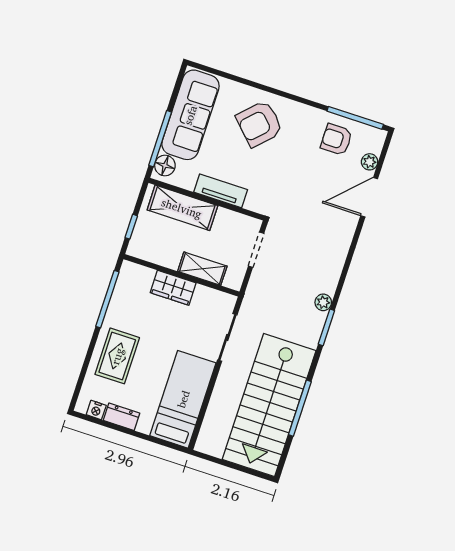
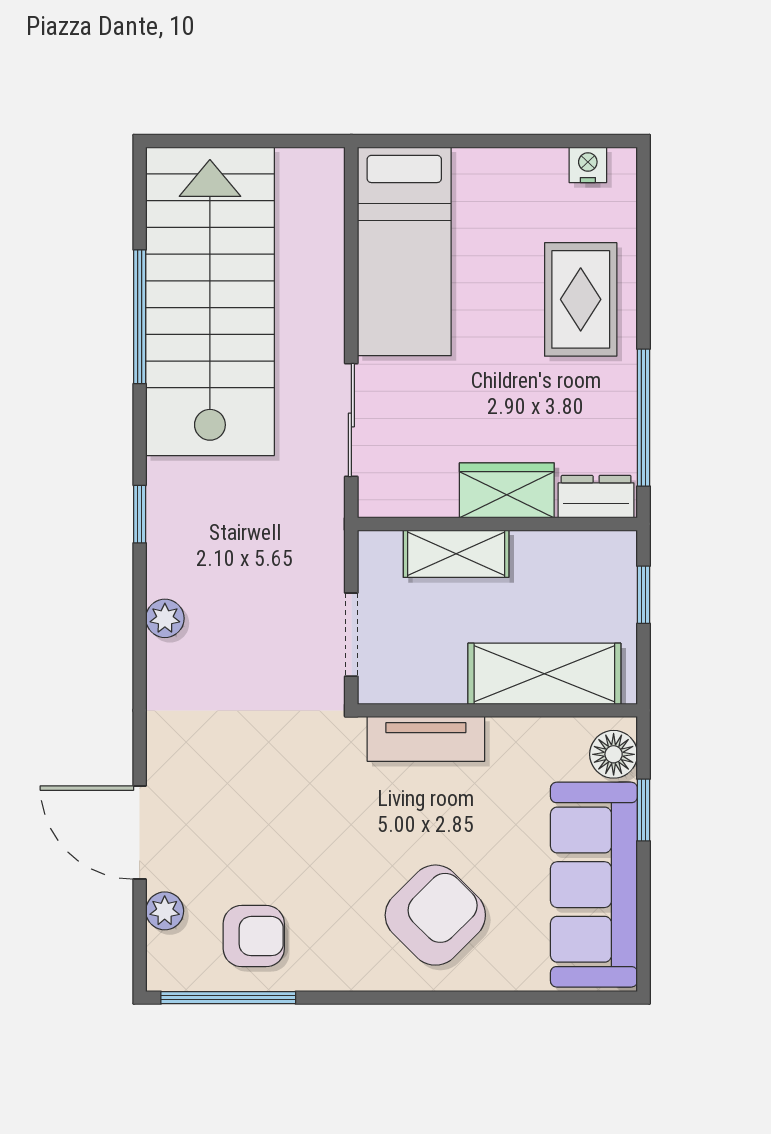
window: (160, 139) -> (644, 810), width x0.46
tv unit: (221, 191) -> (426, 739), moved
door: (369, 197) -> (140, 832), swing flipped
plant: (323, 302) -> (165, 618), moved
window: (326, 327) -> (140, 514), width x0.67
dresser: (122, 417) -> (596, 497), moved, turned 180

